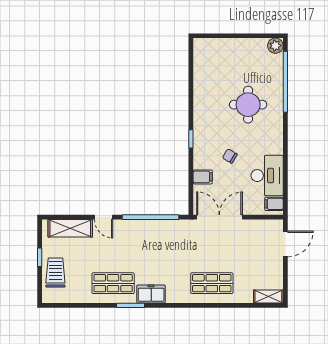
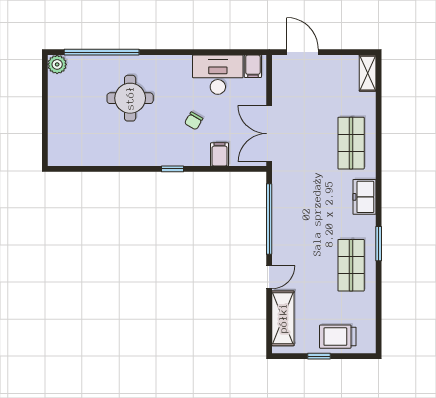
freezer: (151, 294) -> (364, 197), moved

